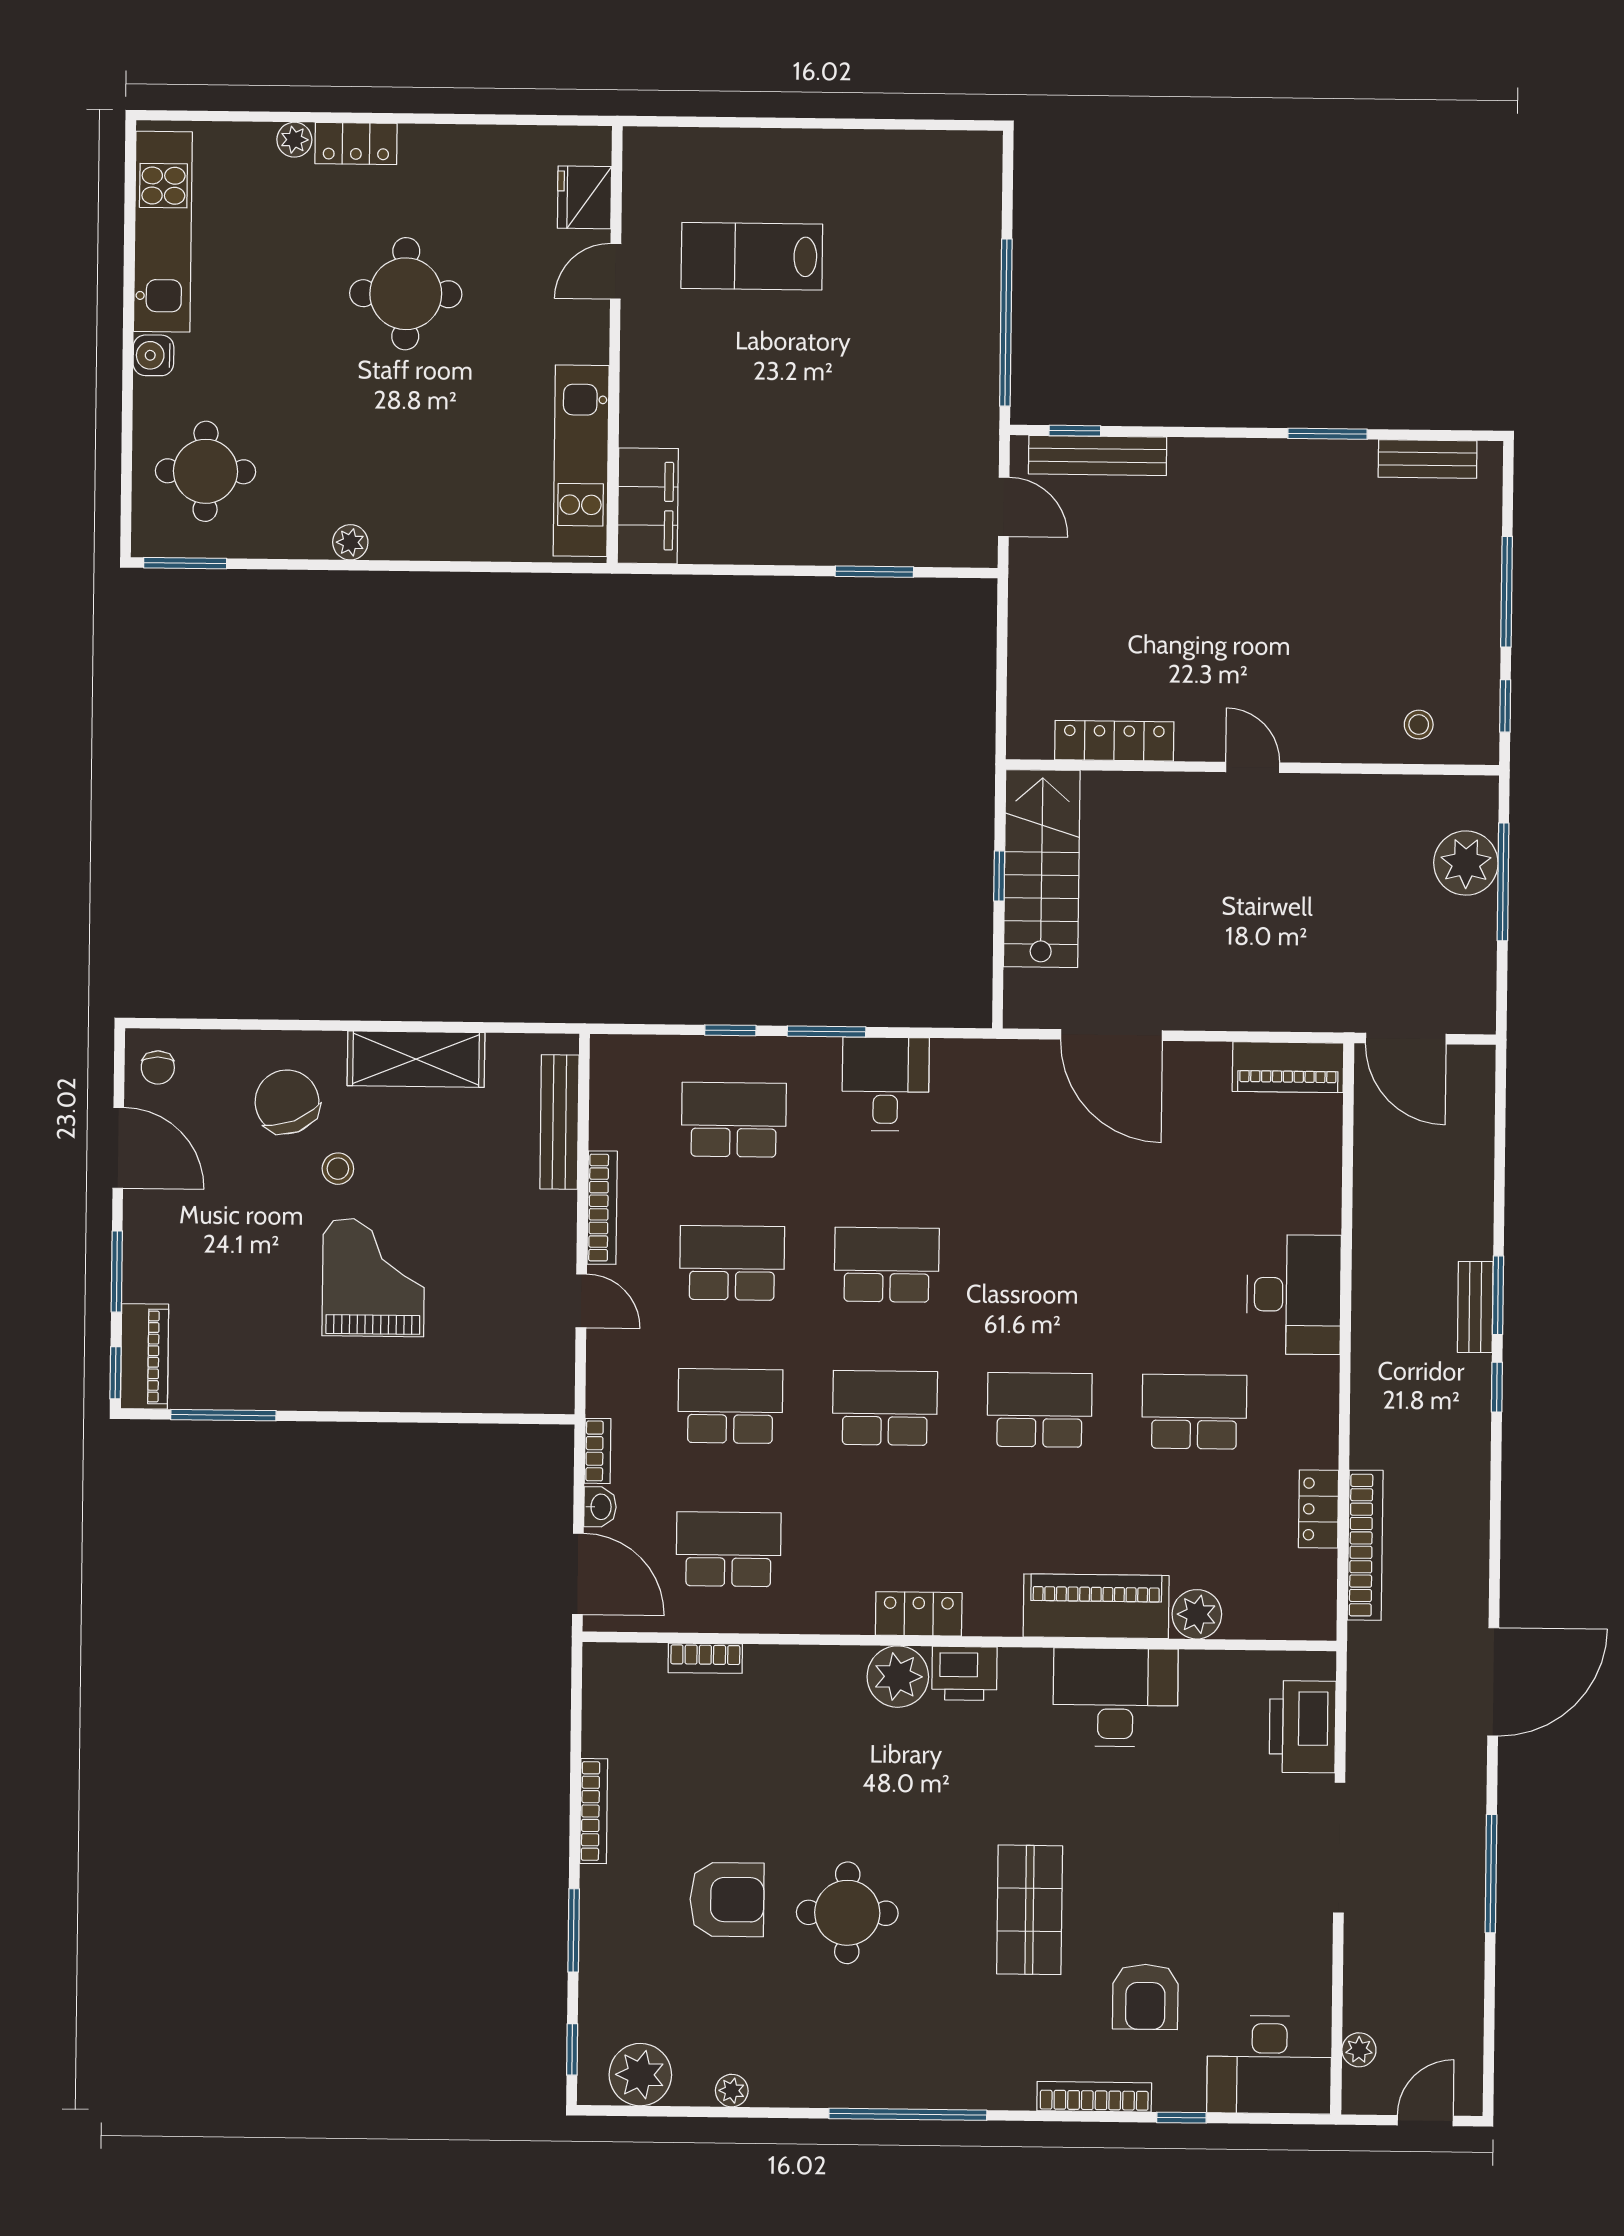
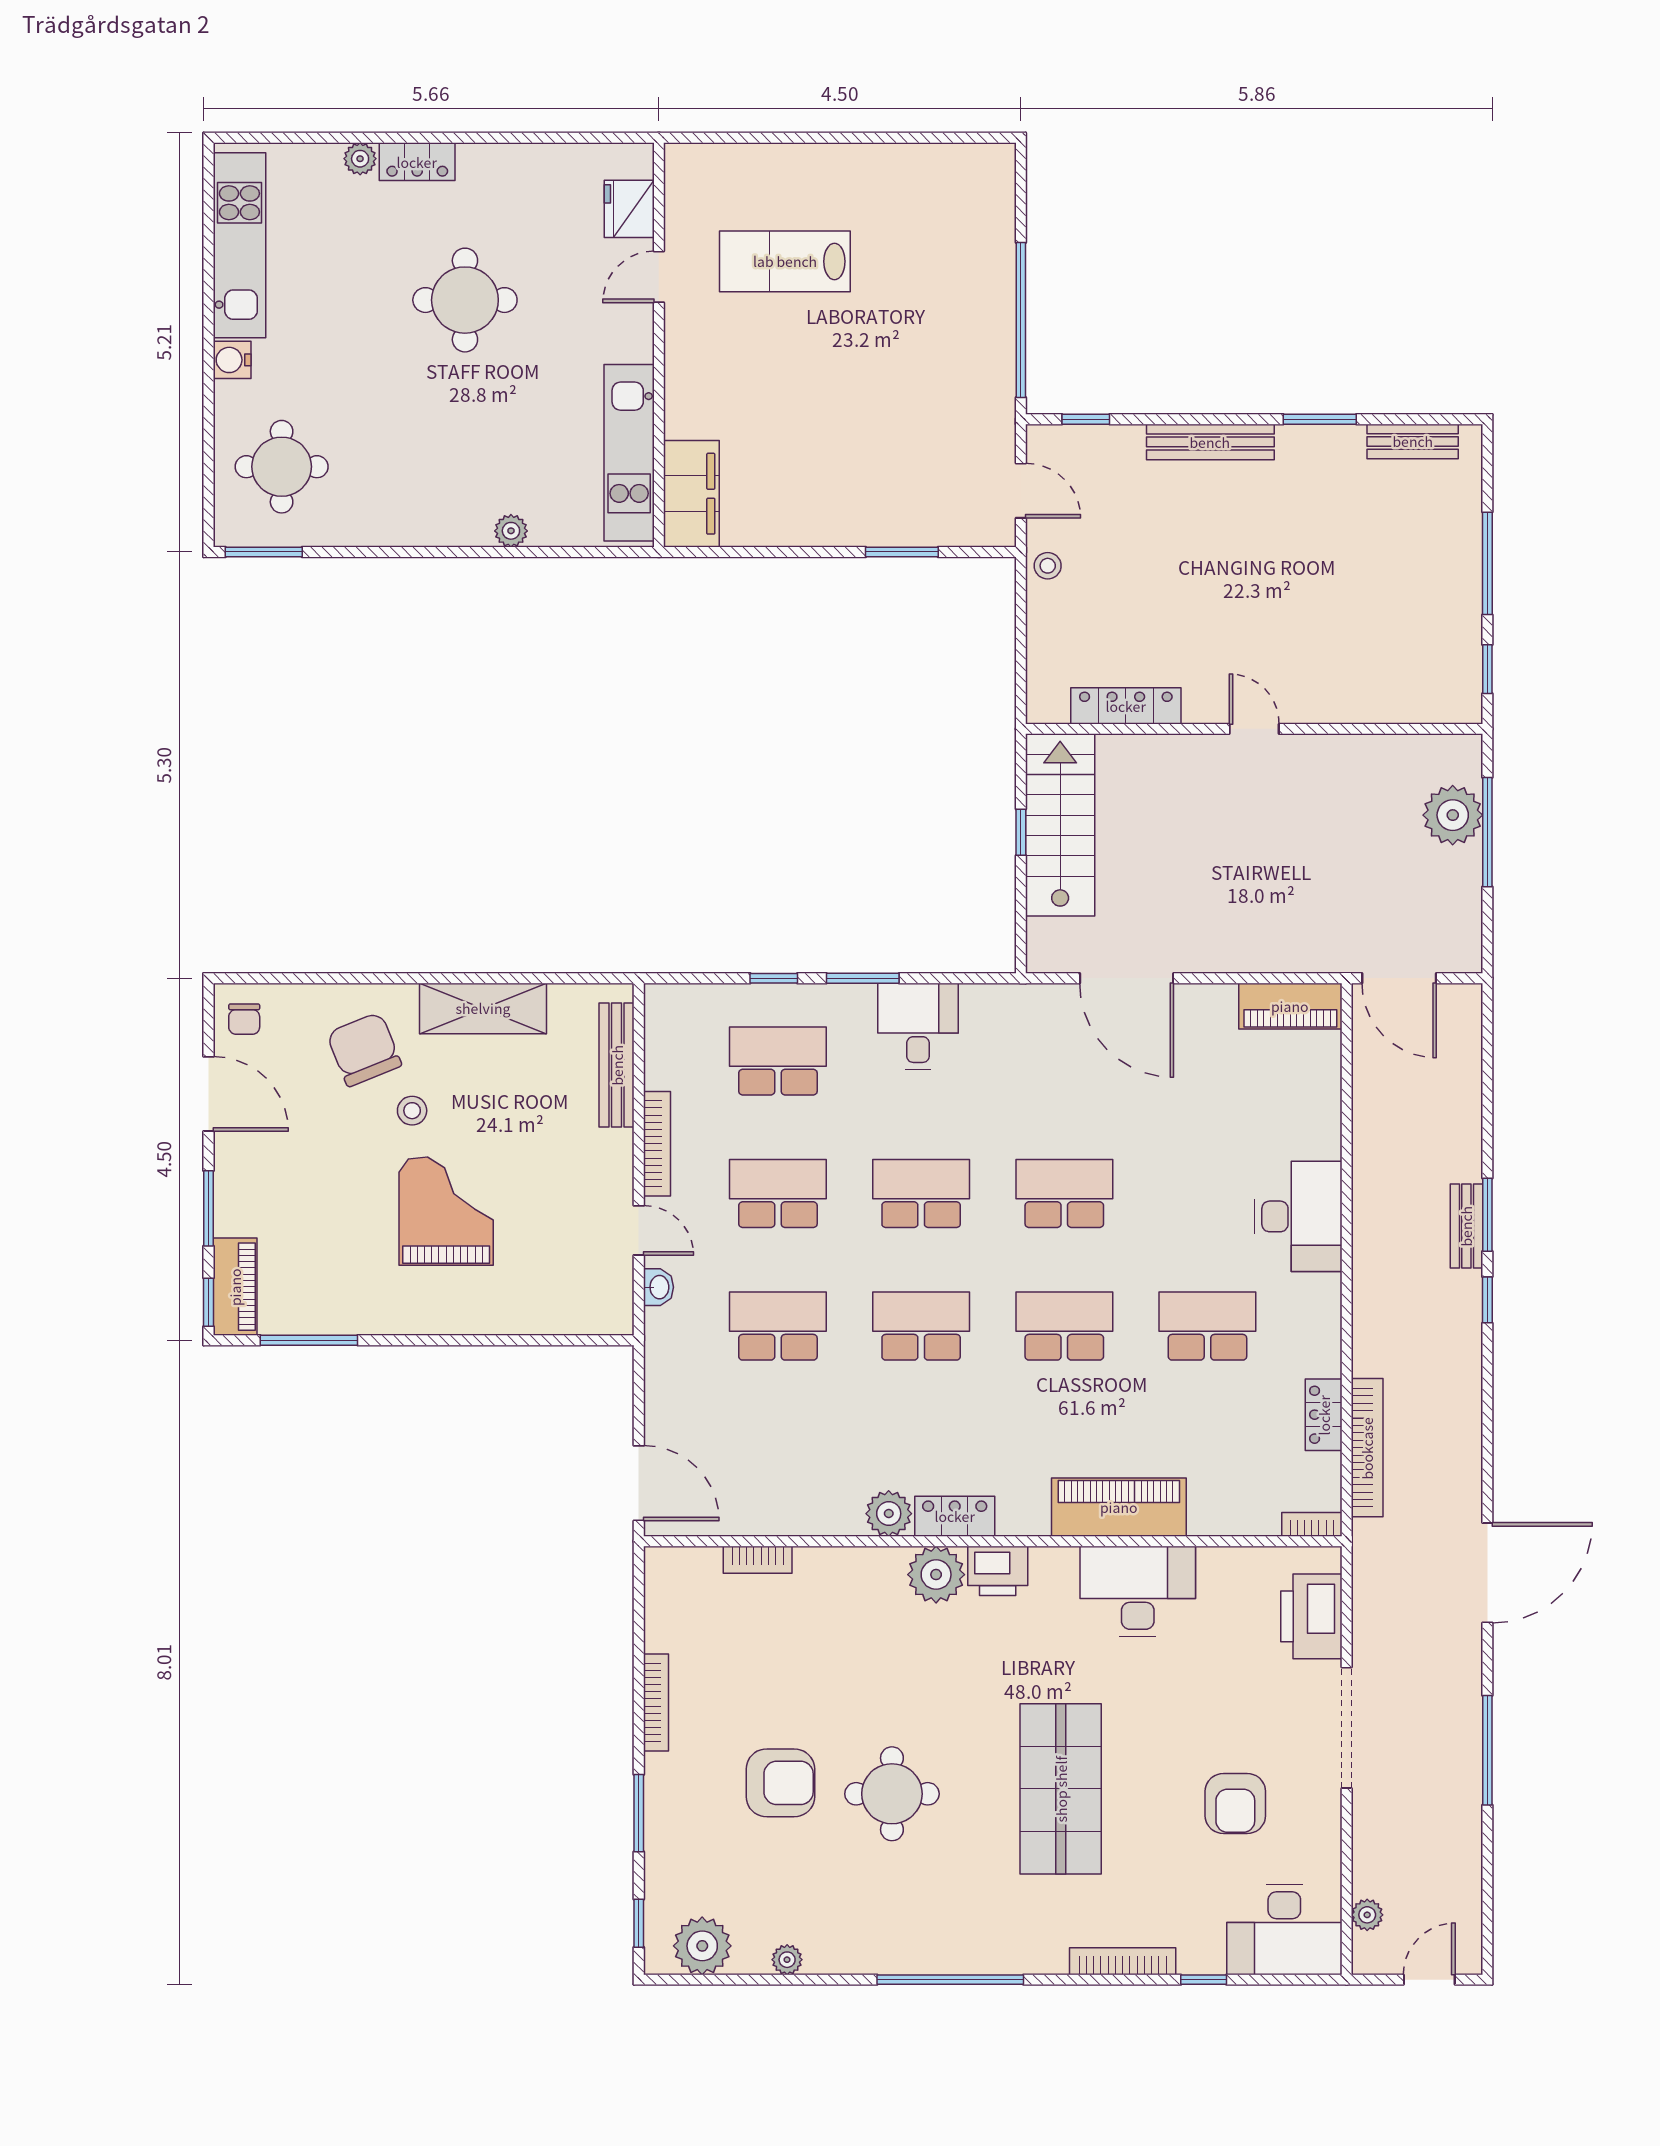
bench: (1098, 455) -> (1210, 442), moved
plant: (350, 542) -> (511, 531), moved
stool: (1419, 725) -> (1048, 566), moved
bookcase: (598, 1451) -> (1312, 1524), moved, turned -90
washbasin: (600, 1507) -> (659, 1287), moved
school desk: (729, 1549) -> (1064, 1193), moved
plant: (1197, 1614) -> (889, 1514), moved
shop shelf: (1030, 1910) -> (1061, 1789), width x1.43, depth x1.36
armchair: (1145, 1997) -> (1235, 1804), moved

